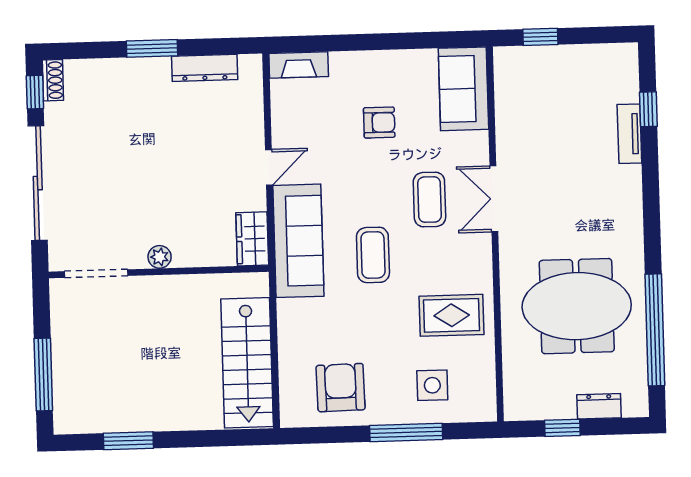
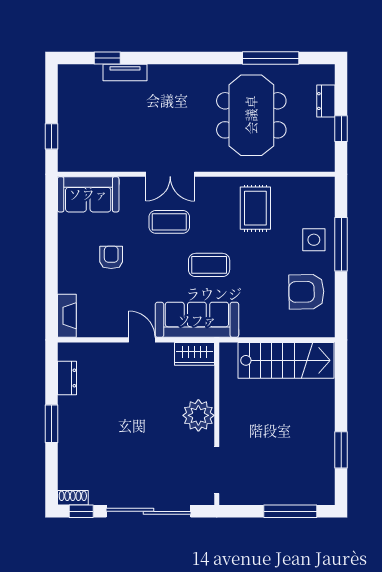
dresser: (205, 68) -> (67, 378), width x0.70
plant: (160, 257) -> (198, 415), width x1.87, depth x1.87
window: (655, 330) -> (271, 58), width x0.68
side table: (432, 385) -> (314, 240), moved

